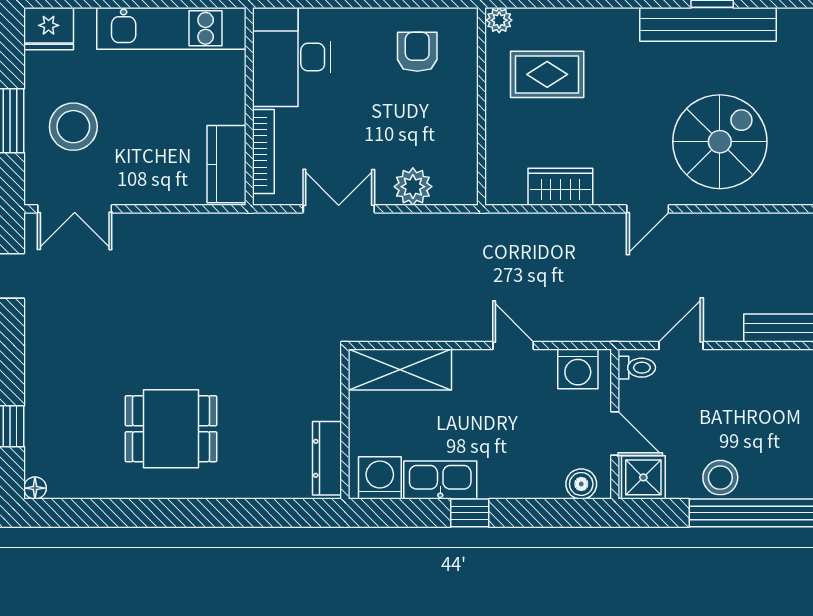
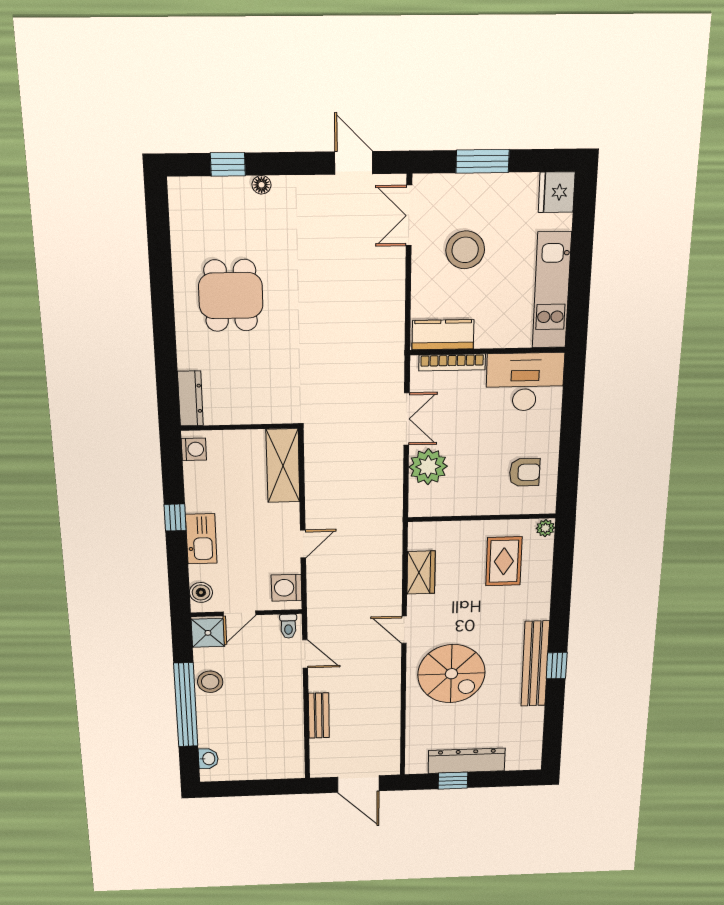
stool: (73, 127) -> (465, 250), moved
plant: (413, 187) -> (428, 467), width x1.36, depth x1.36
dresser: (327, 458) -> (190, 398), moved, turned 90
washing machine: (380, 478) -> (194, 449), width x0.73, depth x0.73
kitchen sink: (440, 480) -> (201, 539), moved
floor lamp: (35, 488) -> (261, 185), moved

